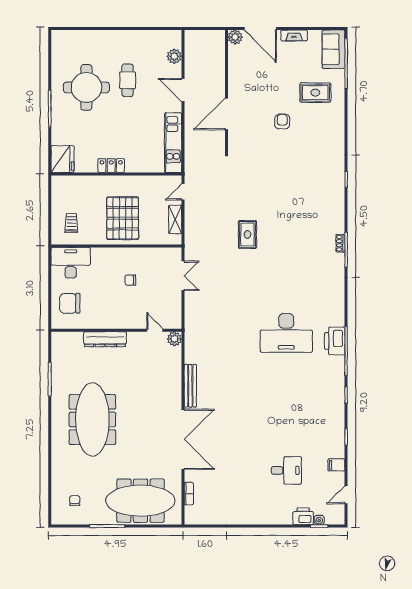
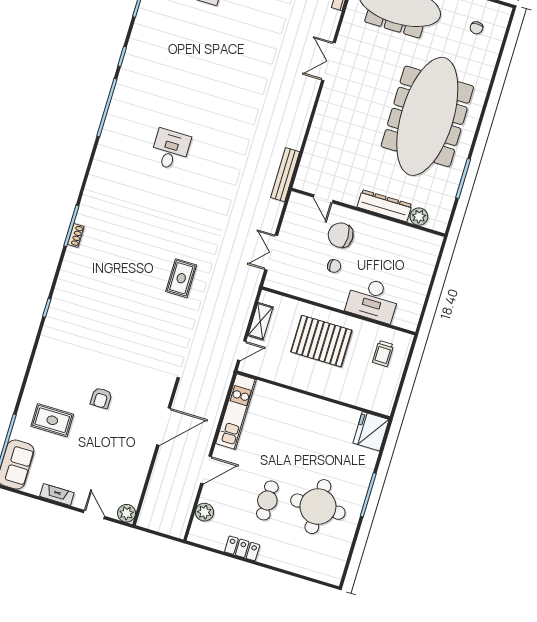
door: (260, 28) -> (94, 515), width x0.53
door: (183, 90) -> (206, 470), hinge flipped
locker: (111, 166) -> (242, 548), moved, turned 180
pallet: (123, 218) -> (321, 341), turned 90
desk: (71, 263) -> (373, 300), moved
chair: (70, 303) -> (341, 235), moved, turned 180
desk: (286, 333) -> (170, 150), width x0.53, depth x0.77
plant: (174, 339) -> (419, 217), moved
printer: (335, 341) -> (117, 123), removed
bench: (190, 386) -> (285, 175), moved
meeting table: (92, 419) -> (427, 116), width x1.36, depth x1.27
double door: (183, 439) -> (328, 61), width x0.54

